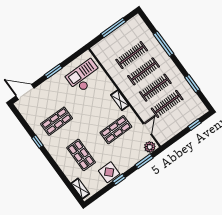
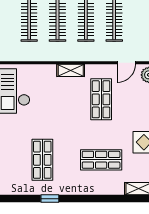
door: (147, 129) -> (126, 63), swing flipped

